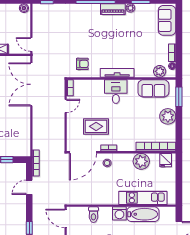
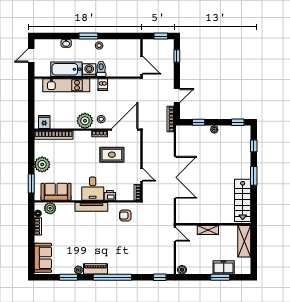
double door: (31, 84) -> (175, 177), moved
printer: (98, 85) -> (110, 195), added
door: (66, 106) -> (142, 175), swing flipped
plant: (141, 161) -> (85, 121), moved
dishwasher: (106, 198) -> (103, 85), added
toilet: (93, 215) -> (101, 69), moved

